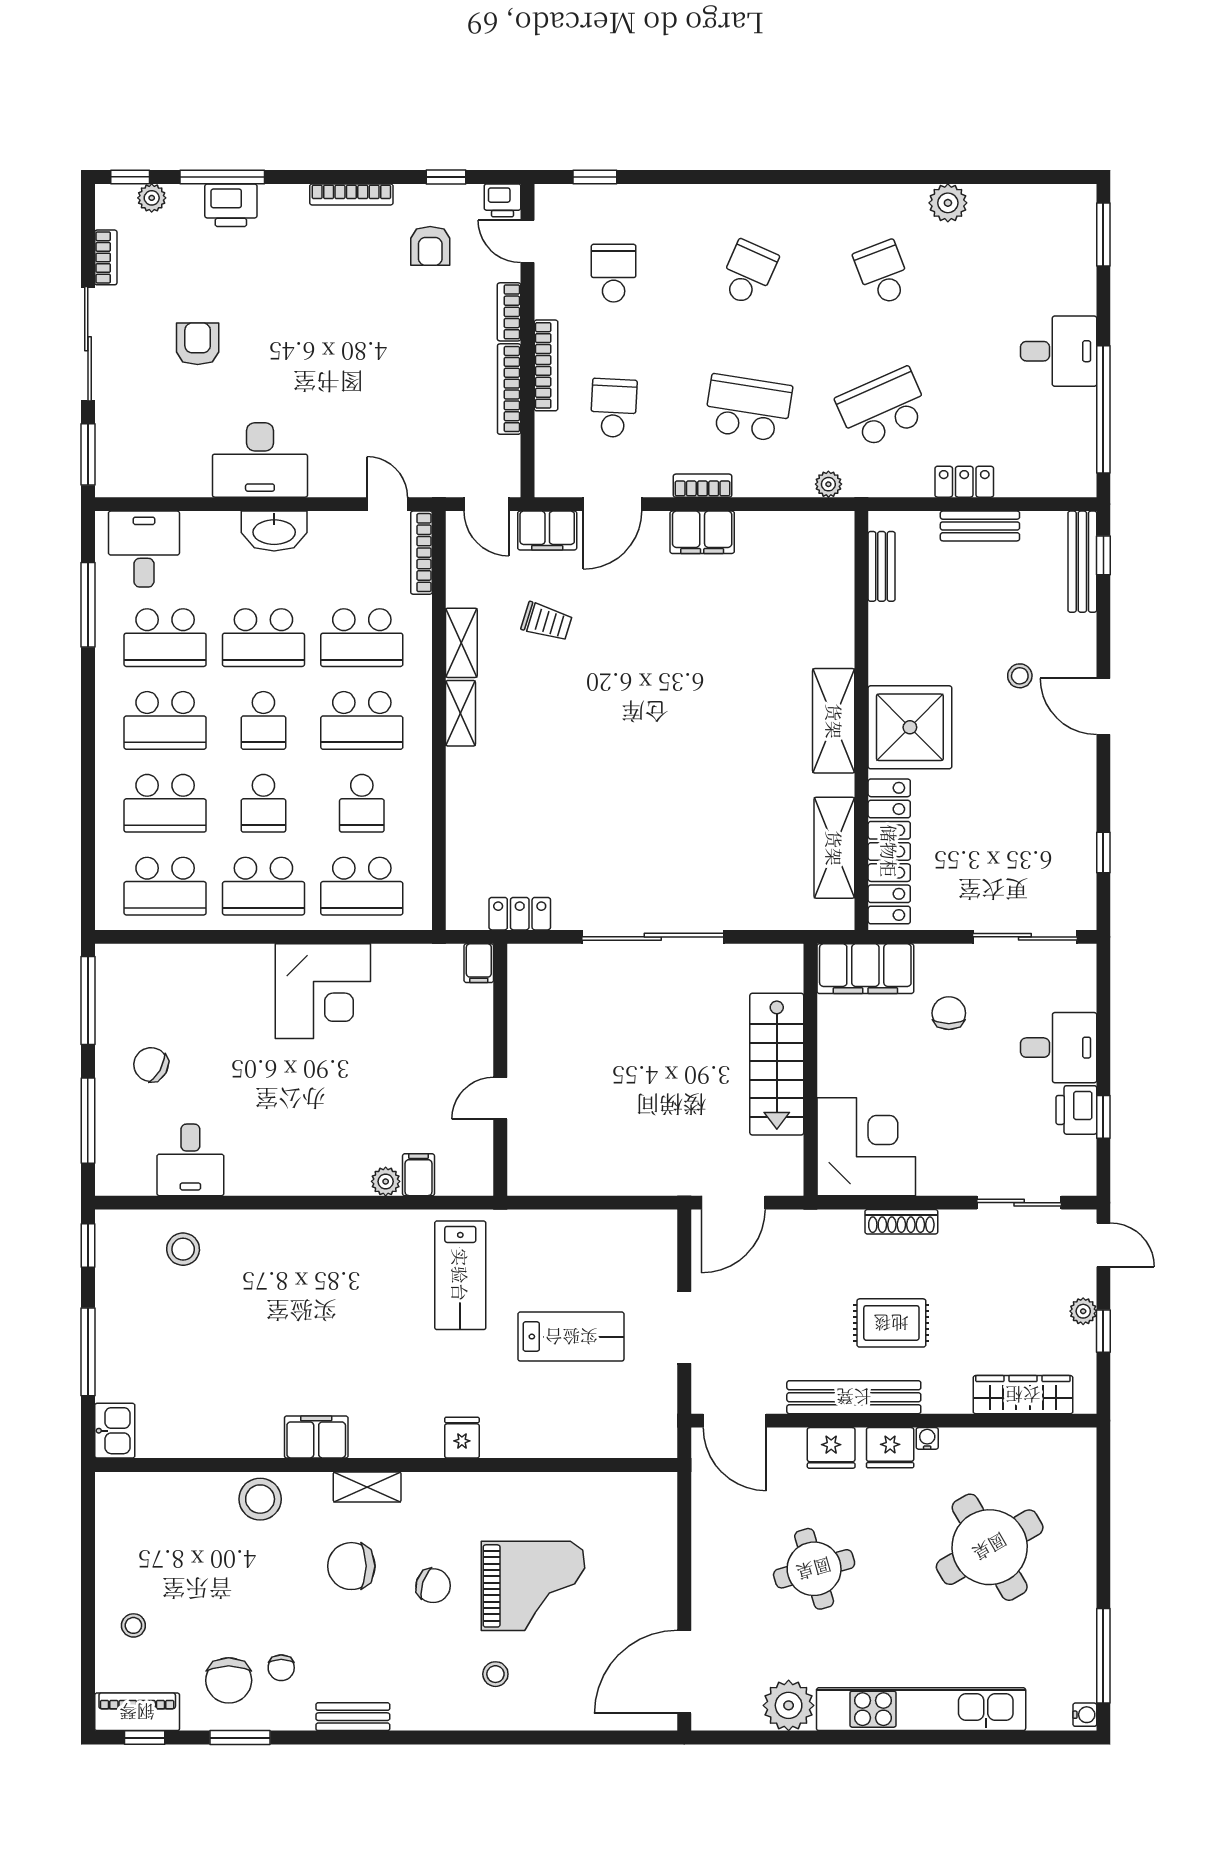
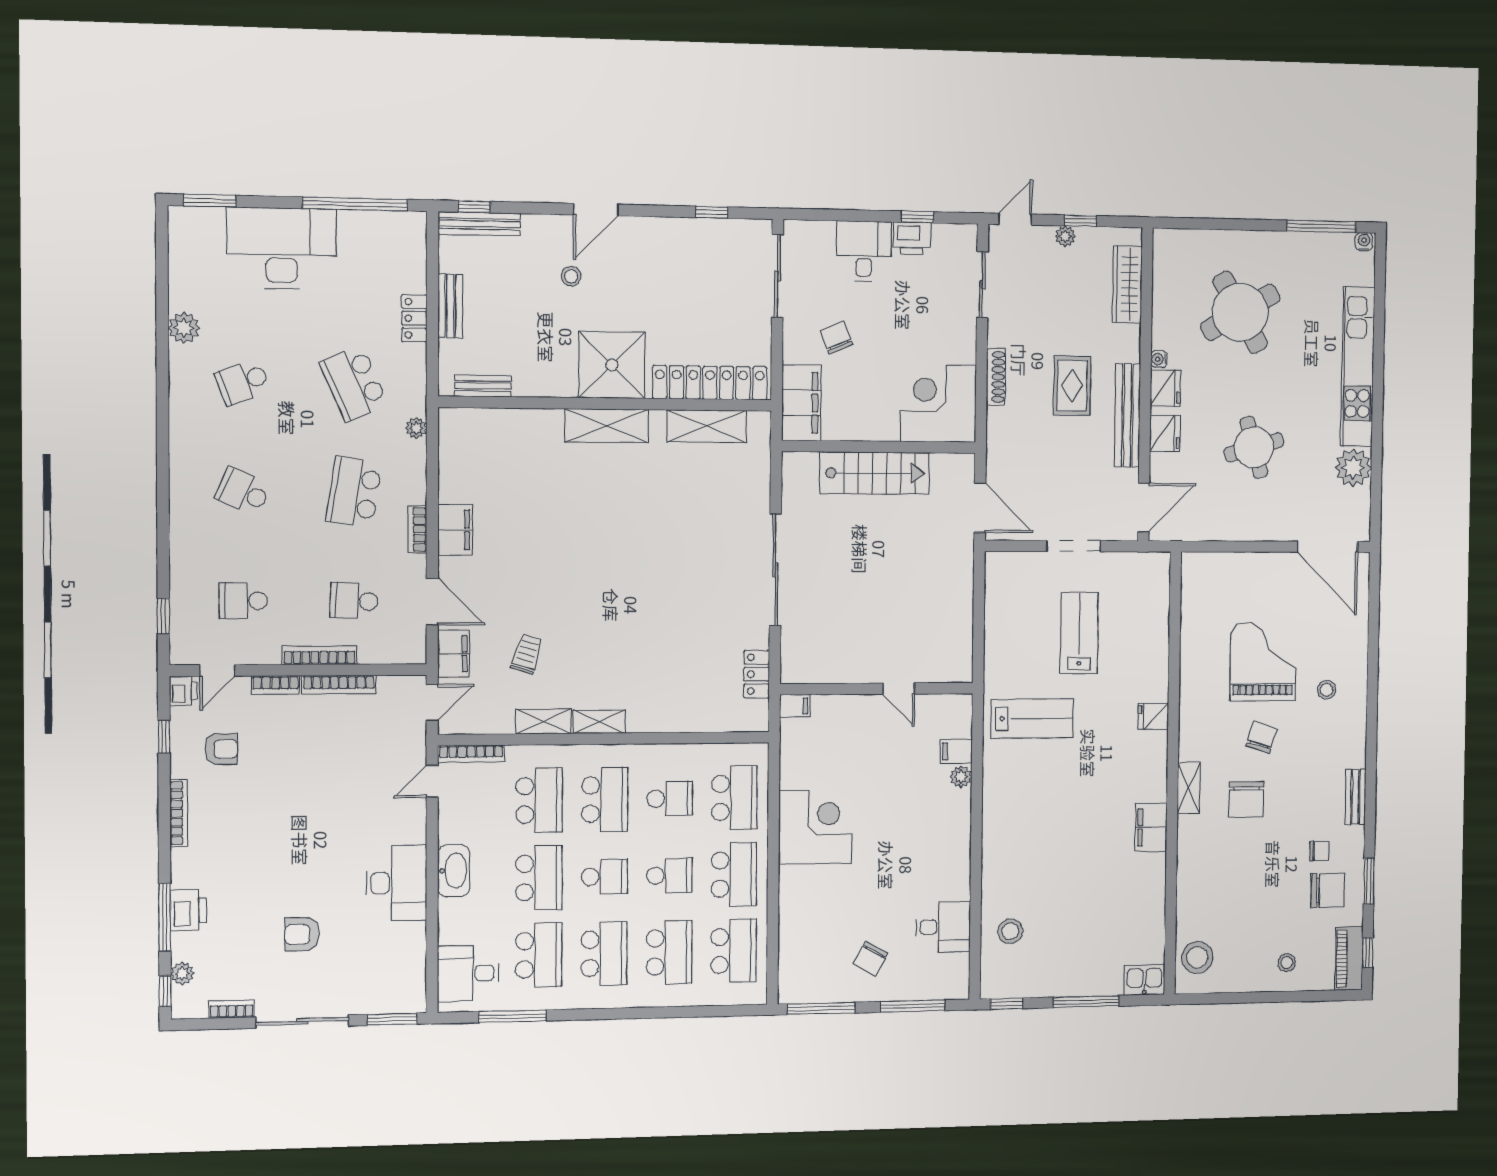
desk: (1059, 351) -> (282, 248), width x1.87, depth x1.30
chair: (949, 1013) -> (836, 337), turned 67
stool: (260, 1499) -> (1197, 957), moved

